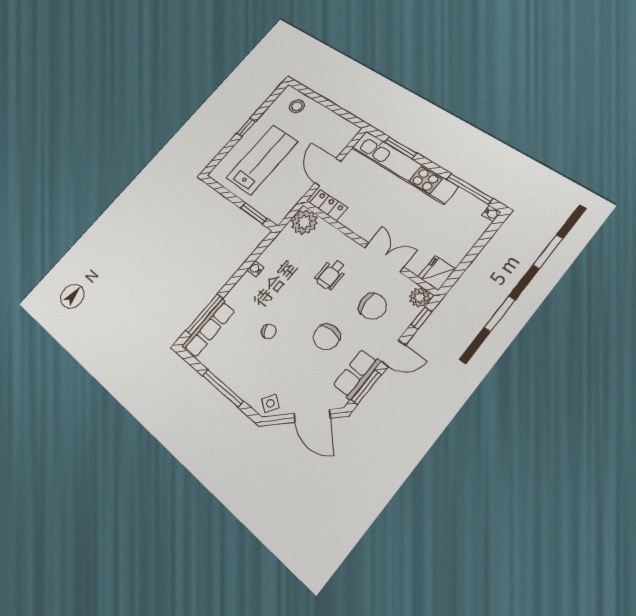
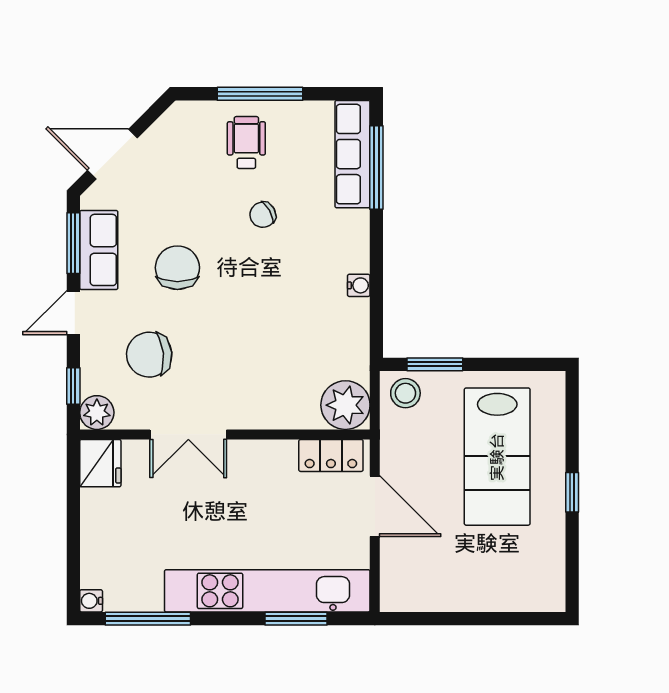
stool: (297, 106) -> (405, 393), moved
wheelchair: (331, 274) -> (246, 143), moved
side table: (270, 403) -> (179, 126), removed

